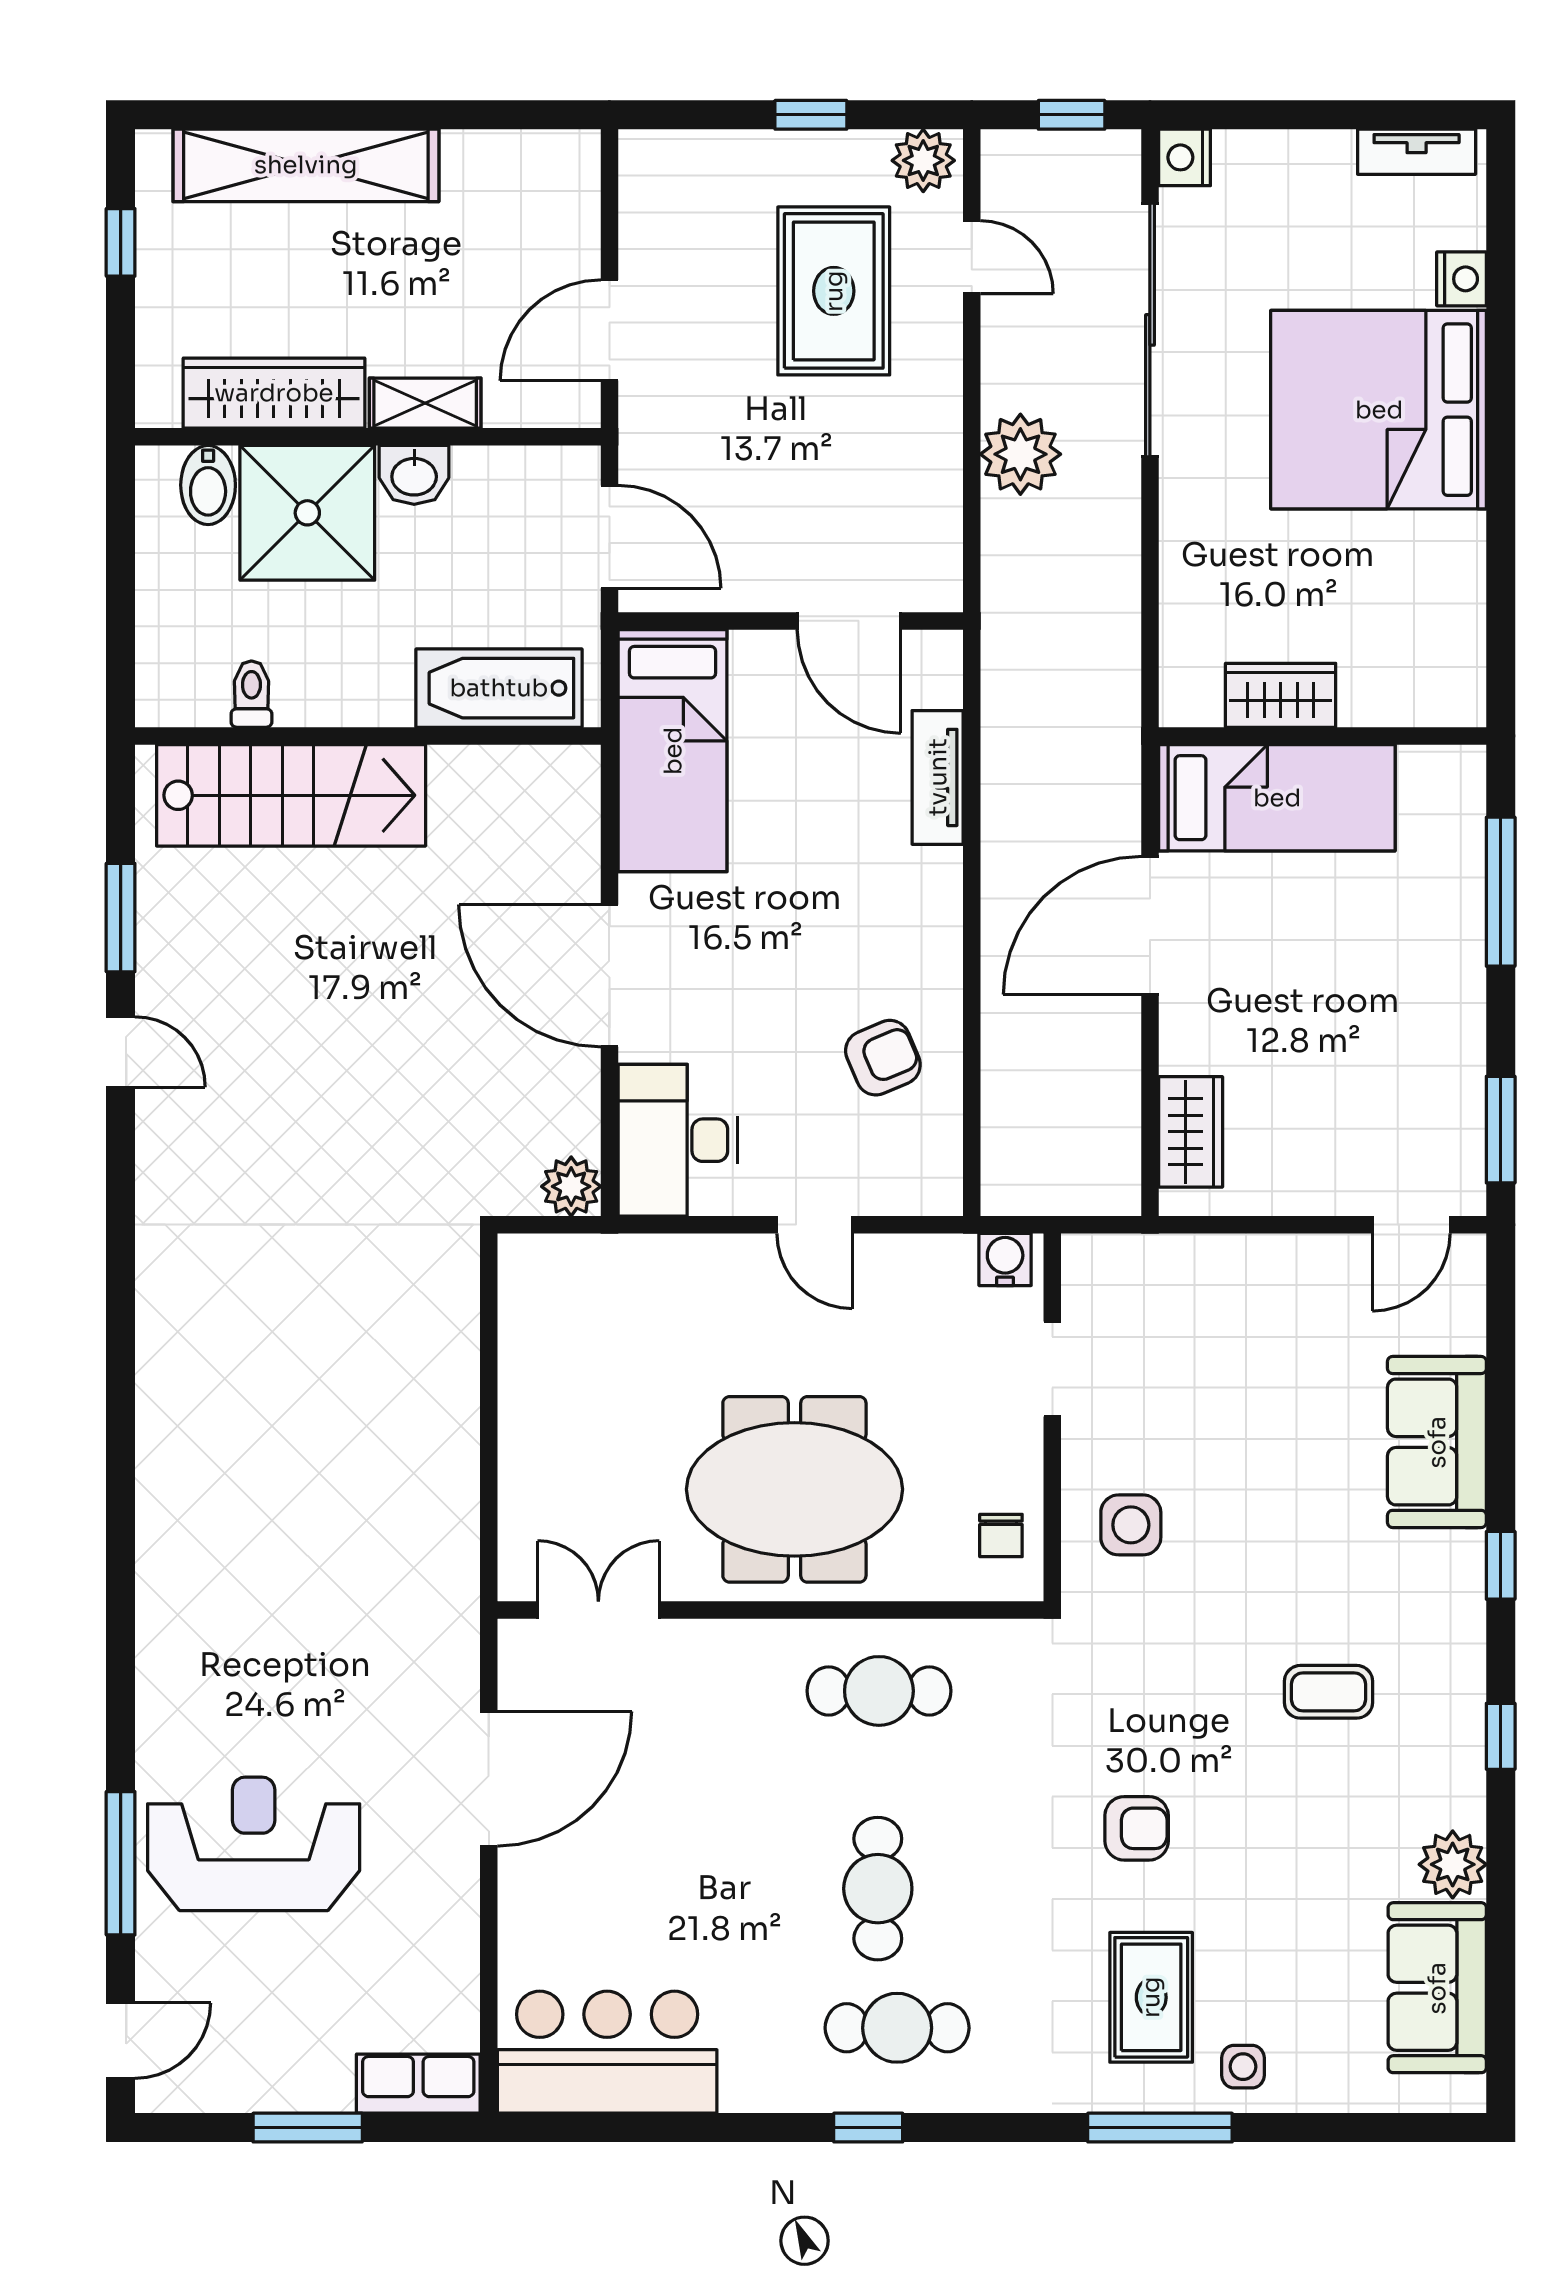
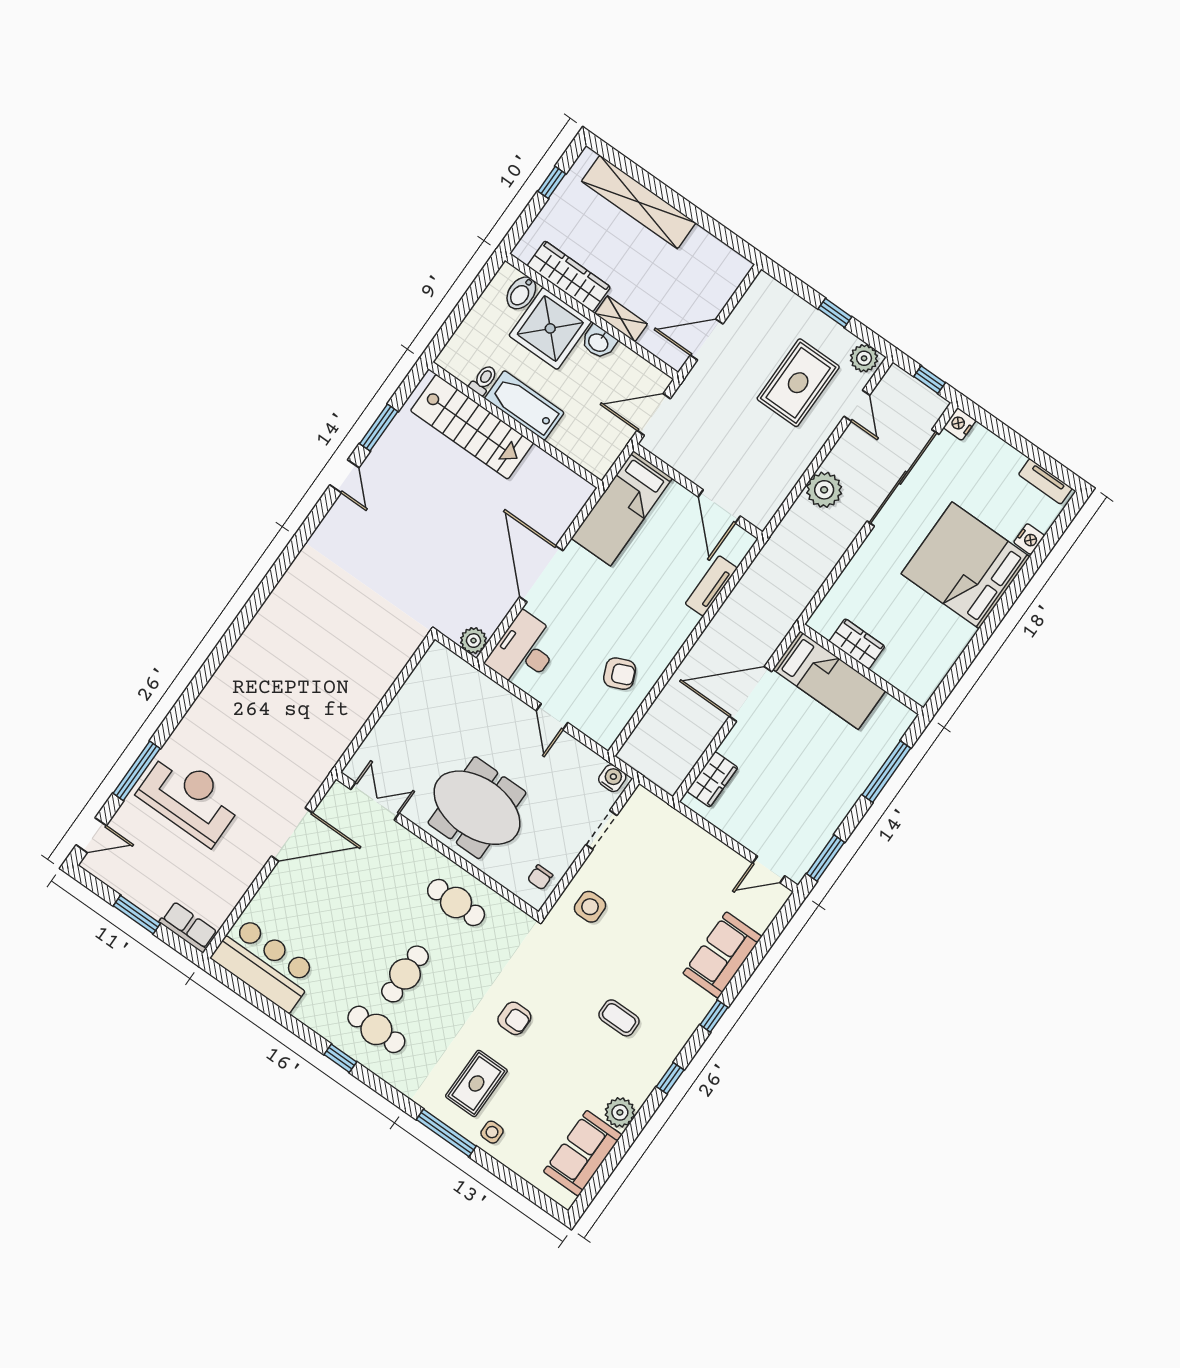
door: (609, 537) -> (654, 414), swing flipped
bathtub: (499, 688) -> (524, 405), moved

